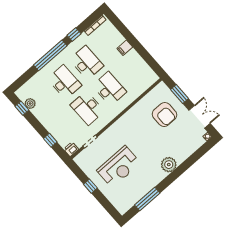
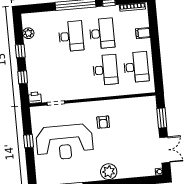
filing cabinet: (125, 48) -> (143, 33), moved
window: (22, 108) -> (20, 51), moved
desk: (87, 108) -> (136, 67), moved, turned 180
armchair: (164, 115) -> (103, 122), moved, width x0.53, depth x0.53
reception desk: (119, 167) -> (65, 142), width x1.36, depth x1.30

